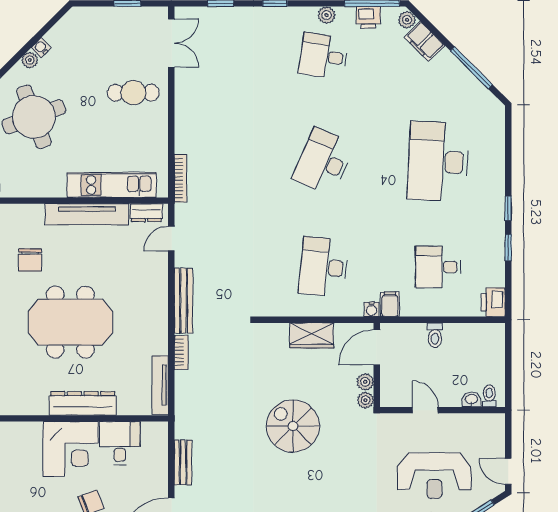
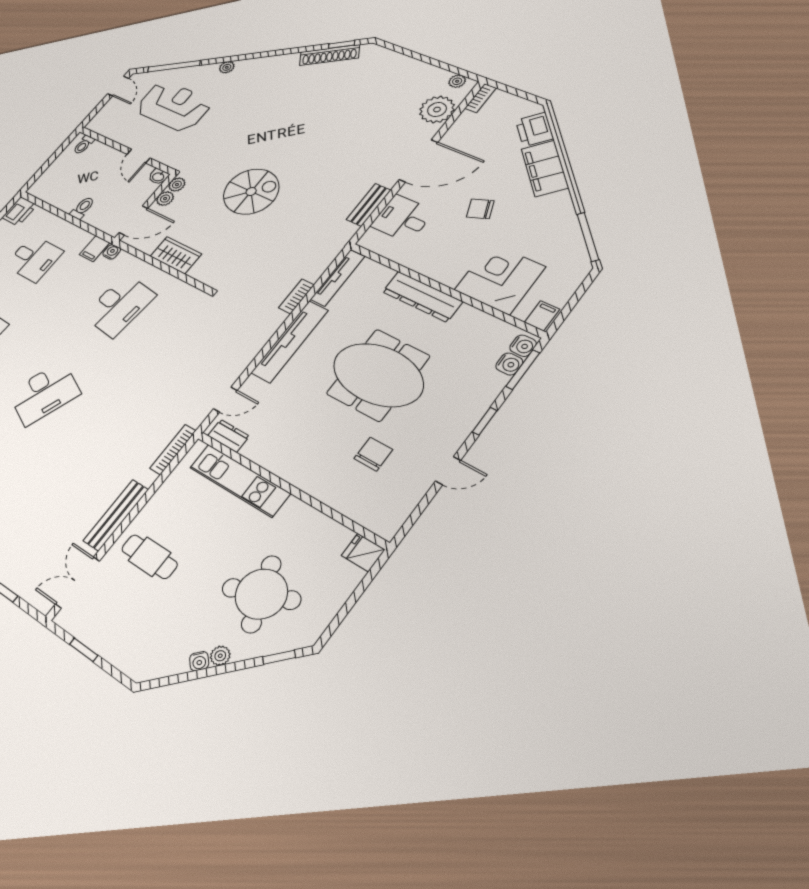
tv unit: (87, 214) -> (290, 342), moved, turned 90
bench: (184, 301) -> (116, 515), moved
washbasin: (471, 399) -> (158, 177), moved
spiral stairs: (293, 426) -> (251, 192), turned -90
desk: (120, 443) -> (402, 218), moved, turned 90
corner desk: (71, 449) -> (500, 278), moved

